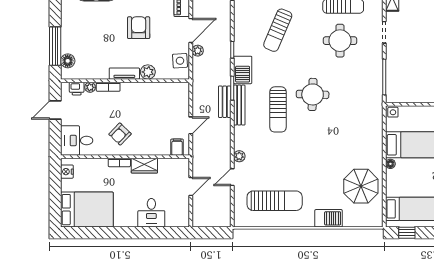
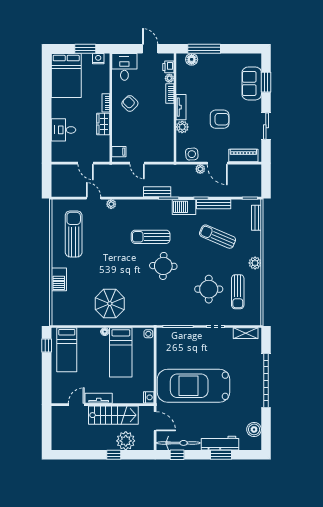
bench: (239, 105) -> (214, 204), moved
parasol: (361, 186) -> (110, 304), moved
window: (55, 187) -> (85, 49), added
sun lounger: (275, 201) -> (74, 234), turned 180

